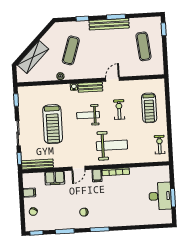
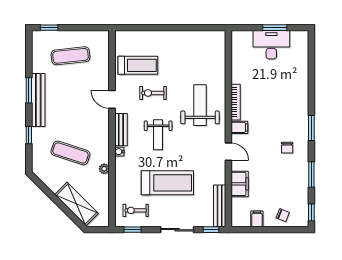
treadmill: (149, 108) -> (138, 65), moved
exercise bike: (160, 145) -> (136, 210), moved

